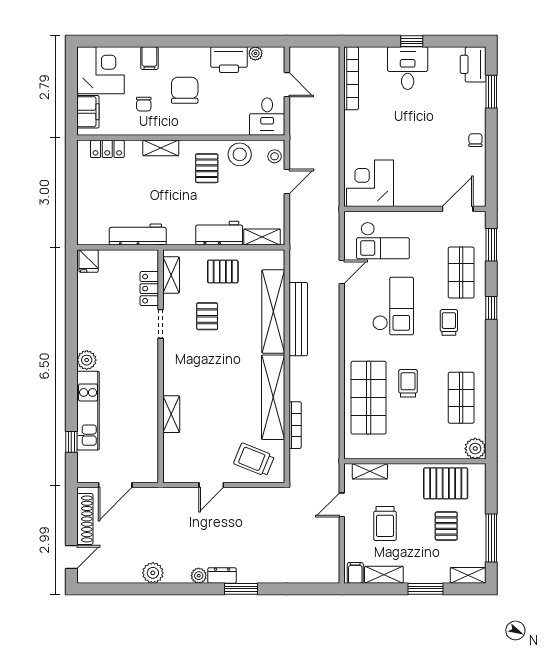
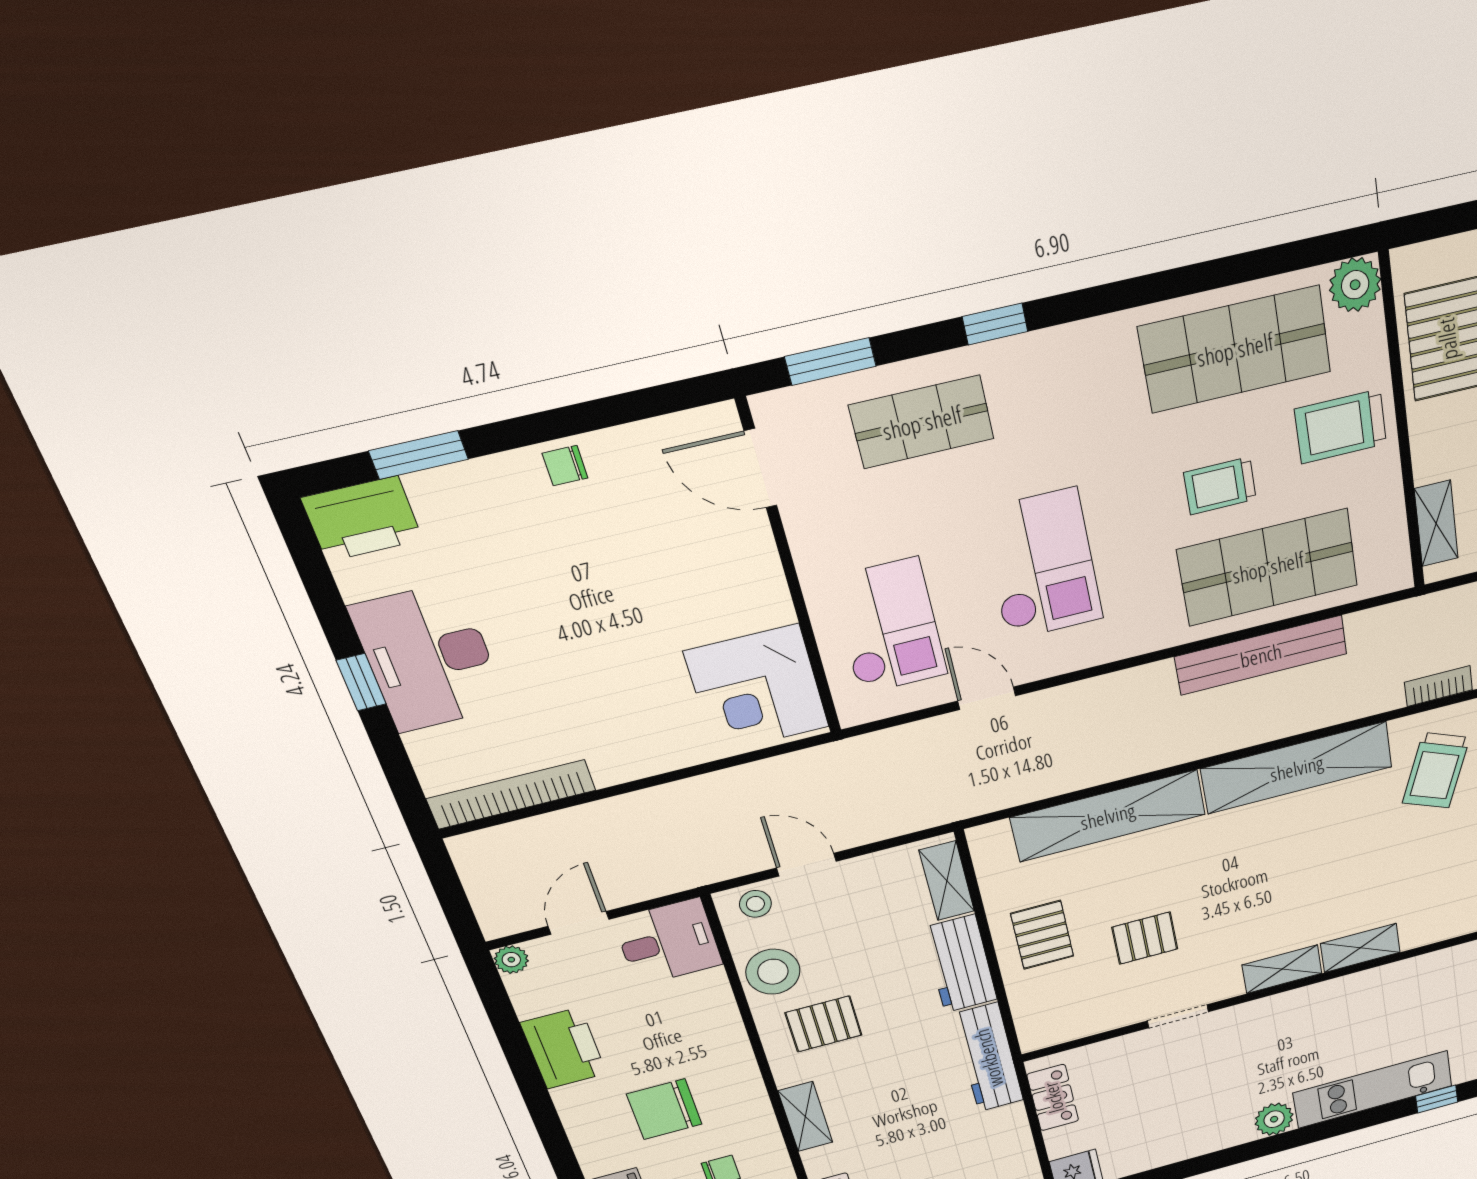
plant: (255, 53) -> (511, 960), moved
desk: (408, 68) -> (429, 658), width x1.37
workbench: (138, 234) -> (988, 1058), moved
shelving: (171, 275) -> (1282, 969), moved
locker: (149, 289) -> (1053, 1098), moved, turned -90
checkout: (393, 306) -> (1042, 565), turned 90
bench: (298, 319) -> (1261, 655), moved
trolley: (449, 322) -> (1341, 427), moved, width x1.36, depth x1.39
shop shelf: (461, 398) -> (1235, 349), width x1.43, depth x1.36
bookcase: (295, 425) -> (1439, 686), moved, width x0.64

